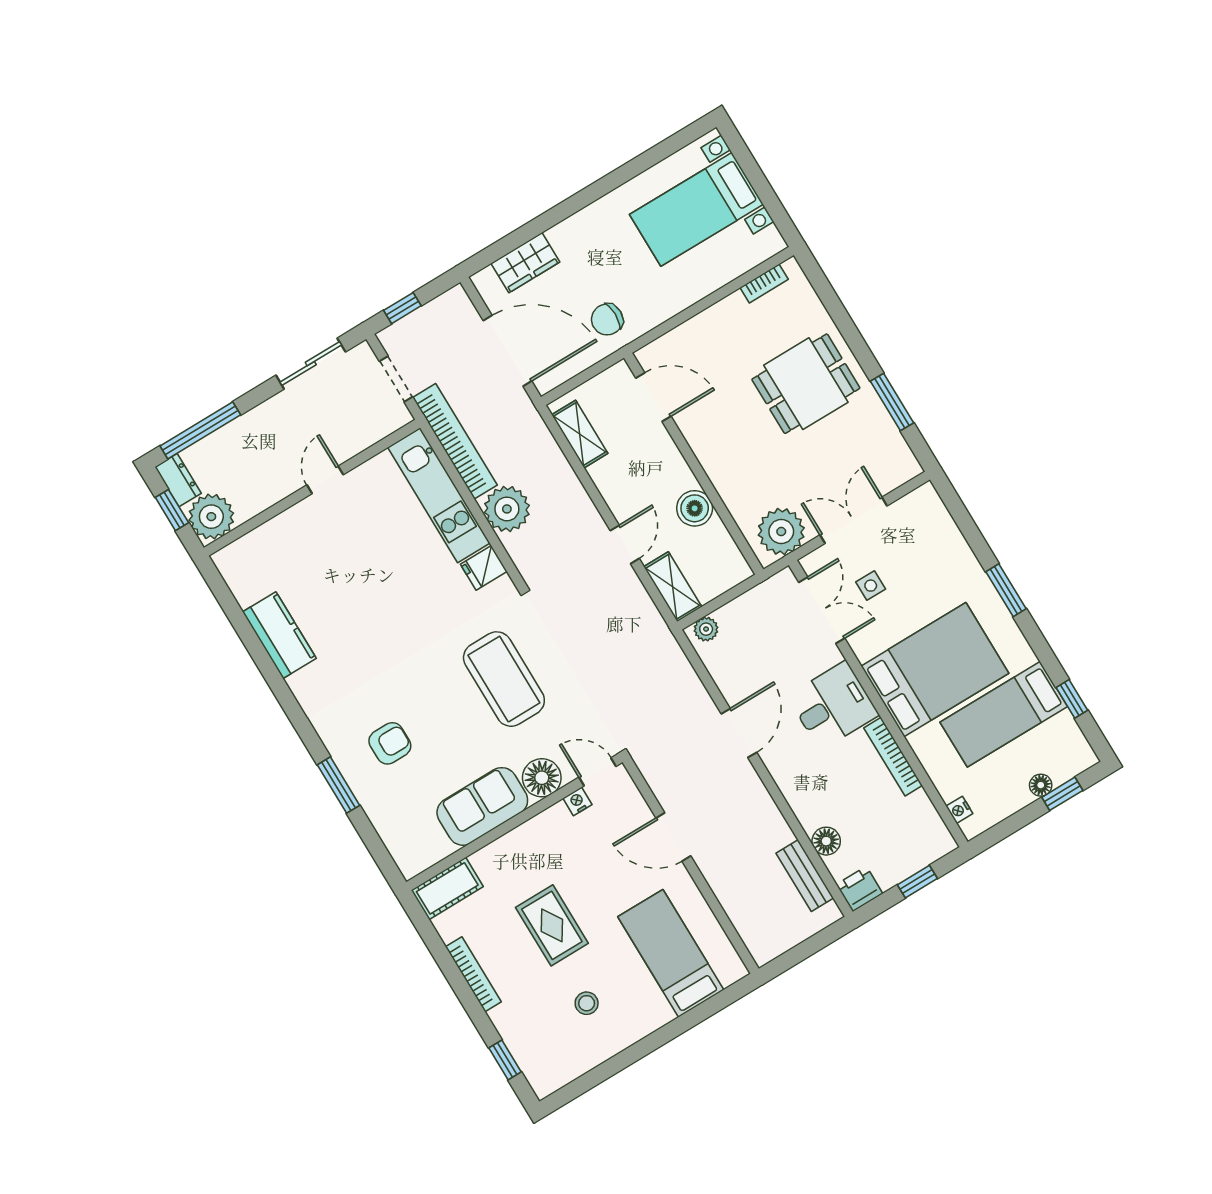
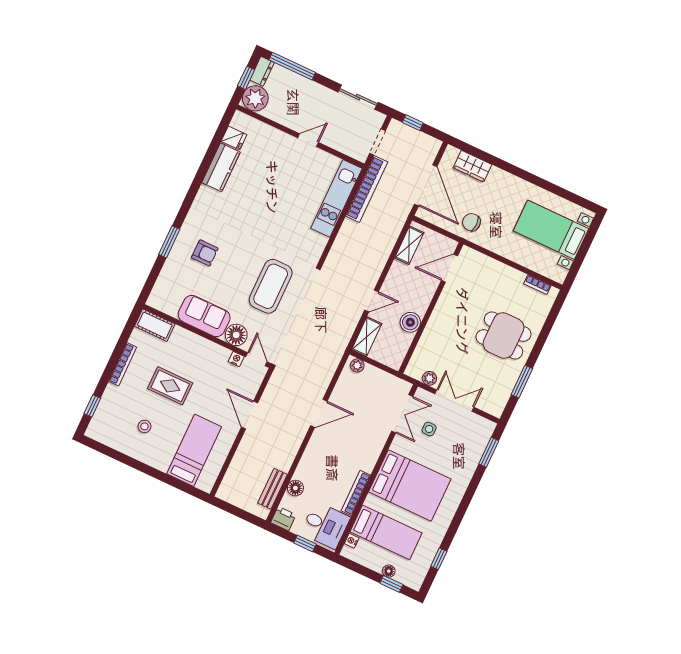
door: (653, 397) -> (450, 268), swing flipped
plant: (507, 509) -> (351, 234), removed
plant: (781, 532) -> (429, 378), width x0.53, depth x0.53
fridge: (484, 568) -> (234, 138), moved, turned 180
window: (1006, 590) -> (489, 452), moved
desk: (833, 705) -> (325, 525), moved
bed: (1004, 714) -> (386, 532), moved, turned 180
rug: (552, 925) -> (170, 386), turned 90

